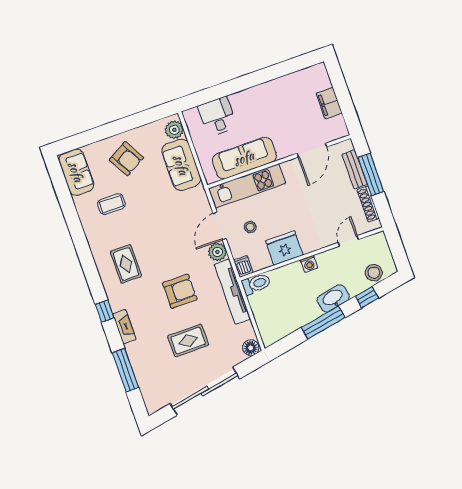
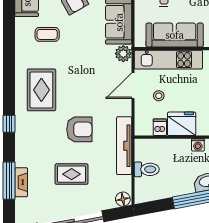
plant: (217, 252) -> (123, 54), moved
rug: (126, 264) -> (41, 90), width x1.36, depth x1.43
dishwasher: (243, 266) -> (160, 127), moved
toilet: (256, 284) -> (147, 169), moved
fireplace: (124, 327) -> (21, 182), moved

